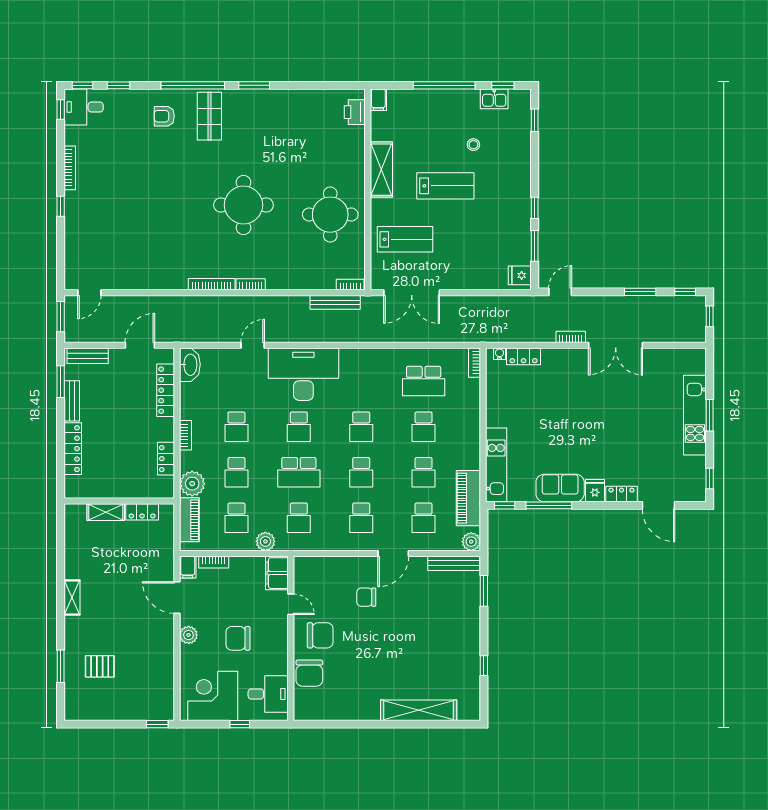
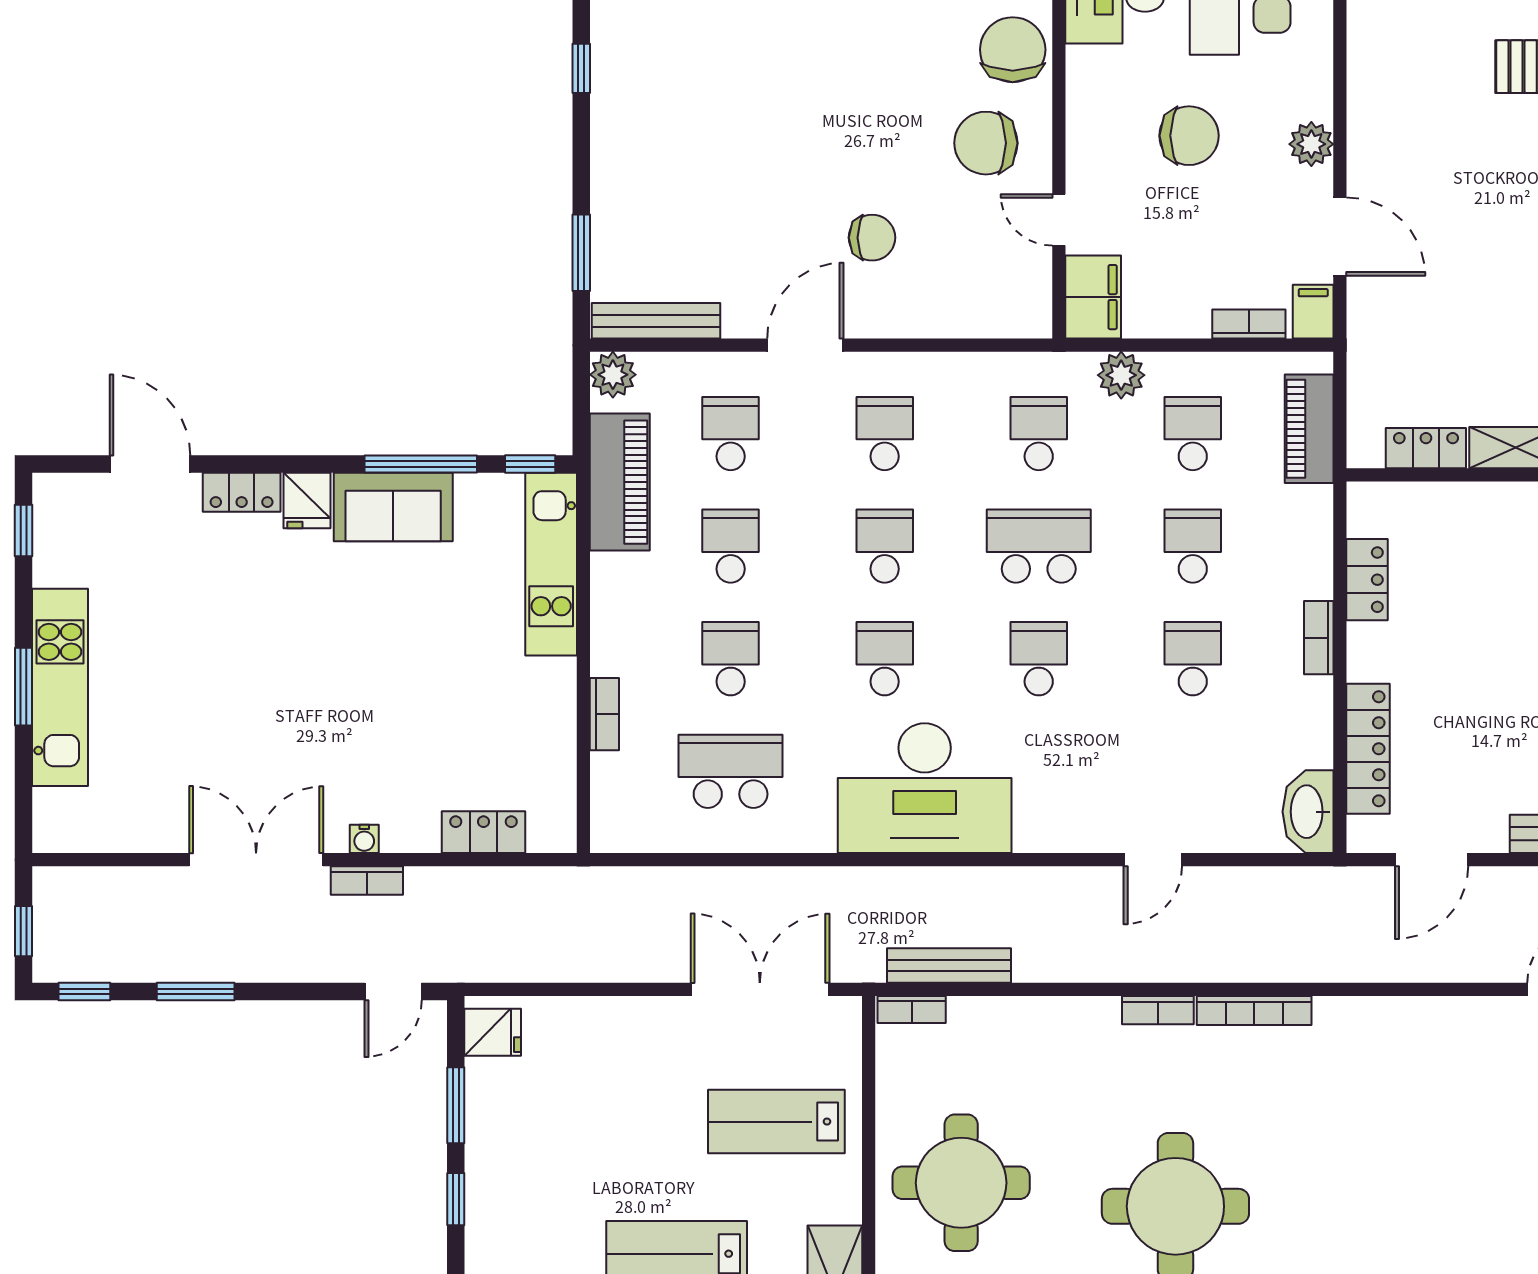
water cooler: (499, 354) -> (364, 839), moved
bookcase: (475, 363) -> (604, 714), moved
desk: (303, 374) -> (925, 788), moved
plant: (192, 484) -> (1302, 518), removed

